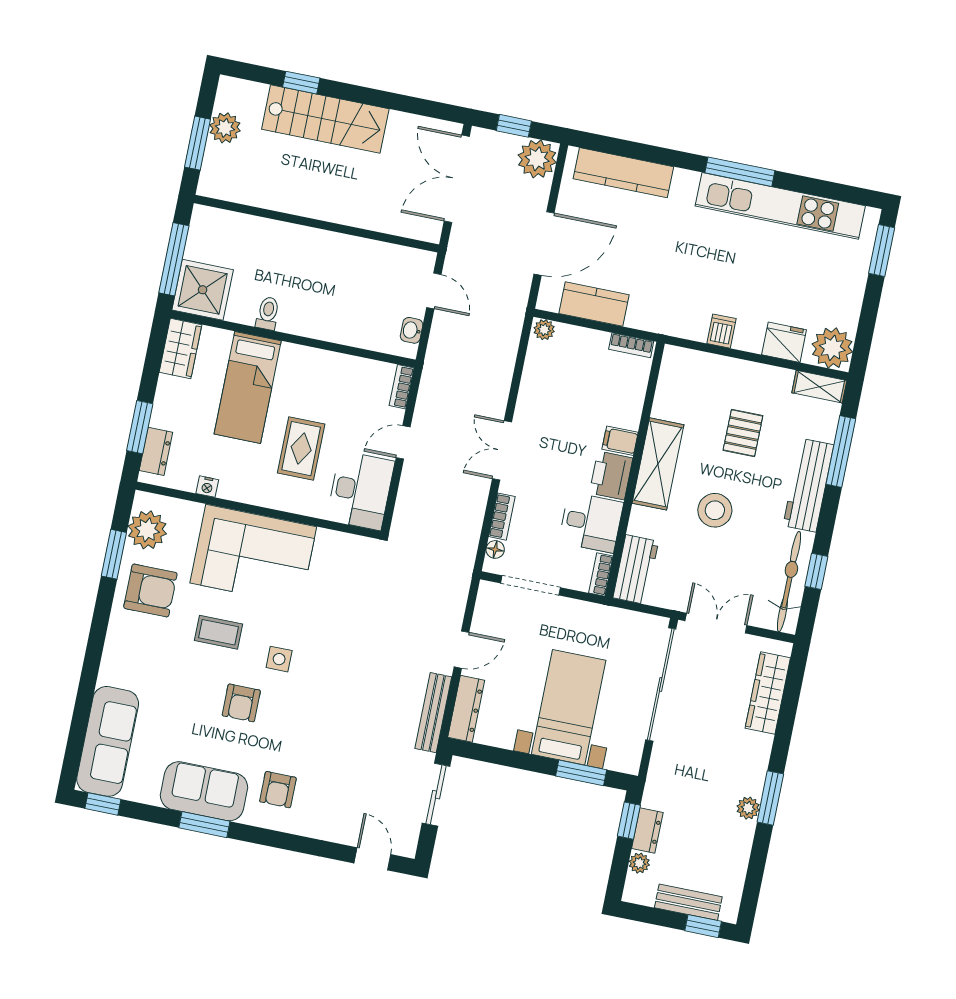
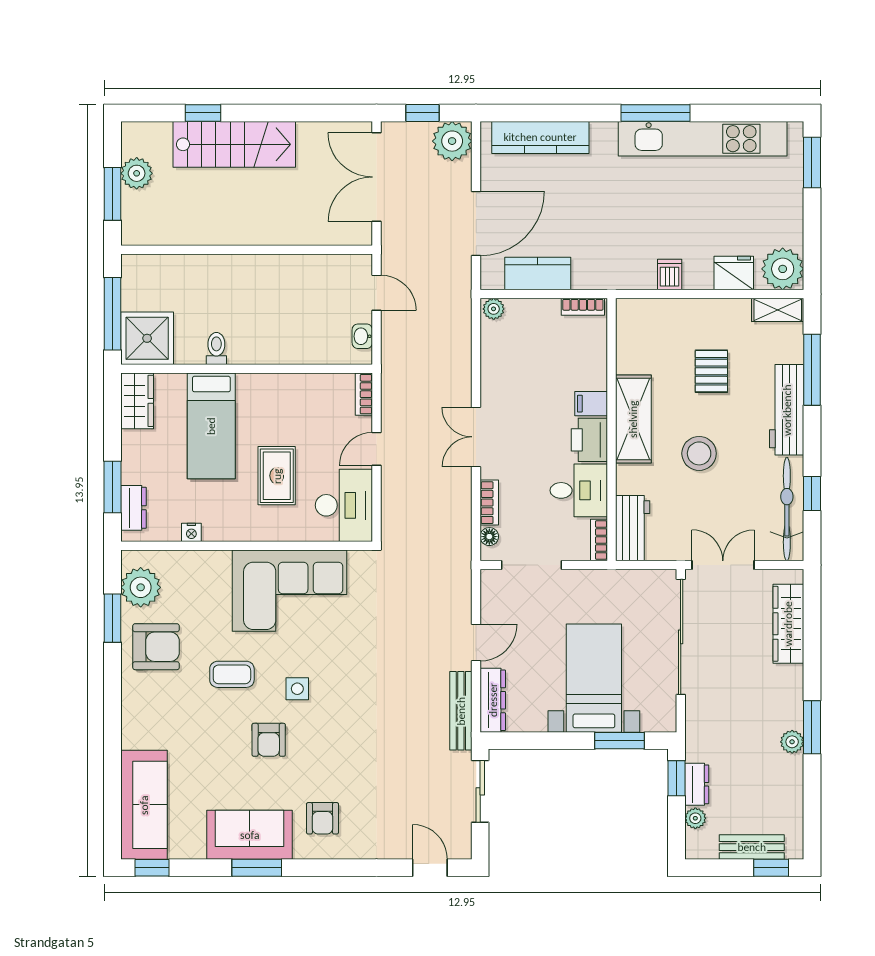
corner sofa: (253, 555) -> (289, 591), moved

